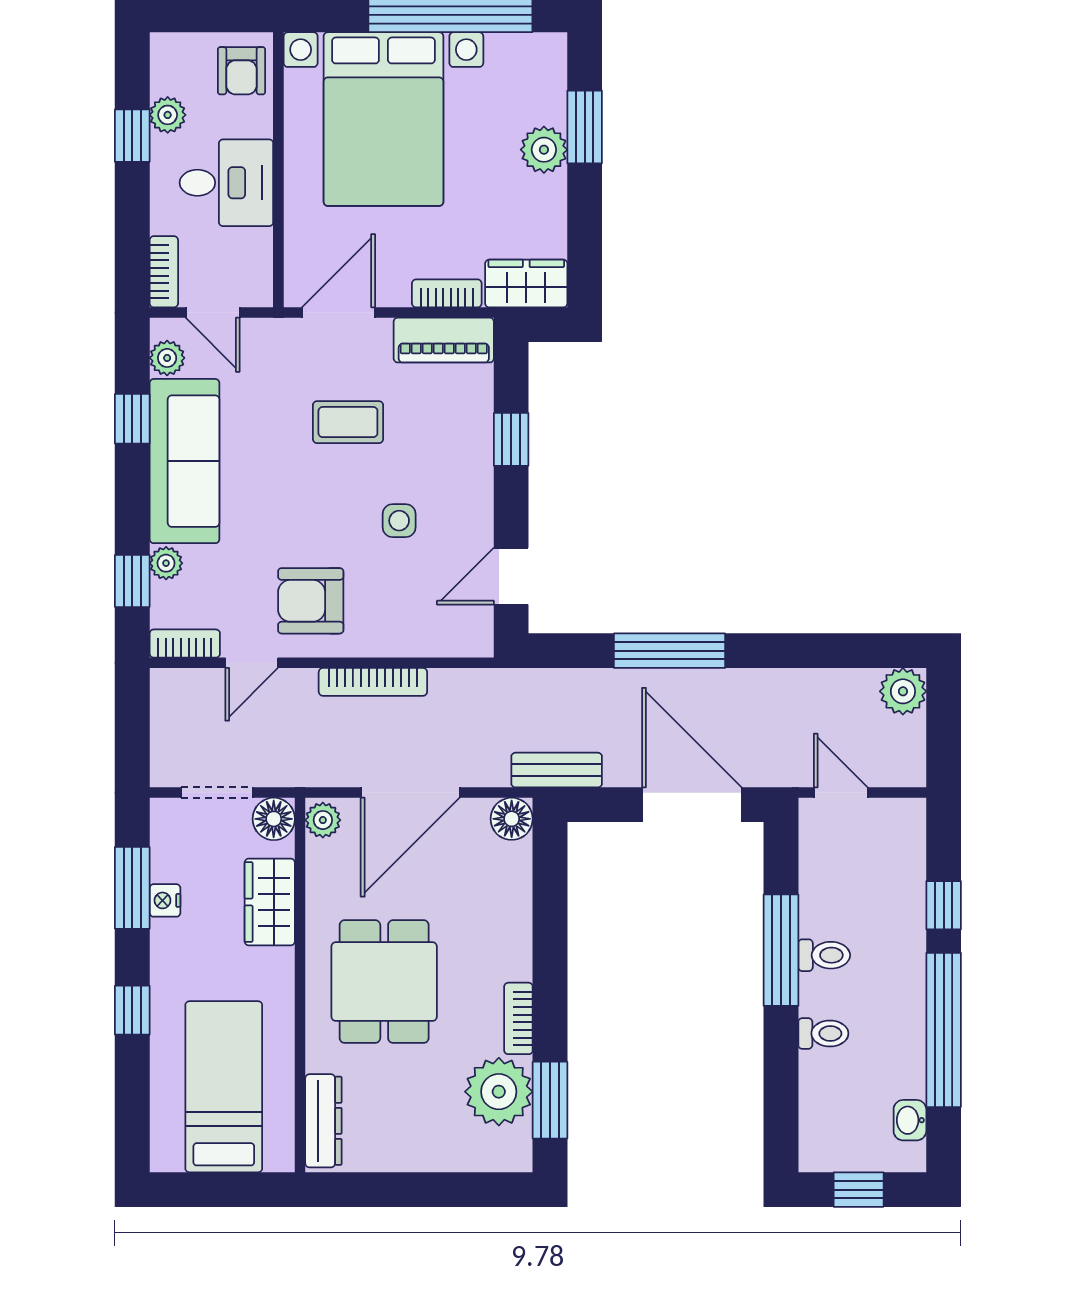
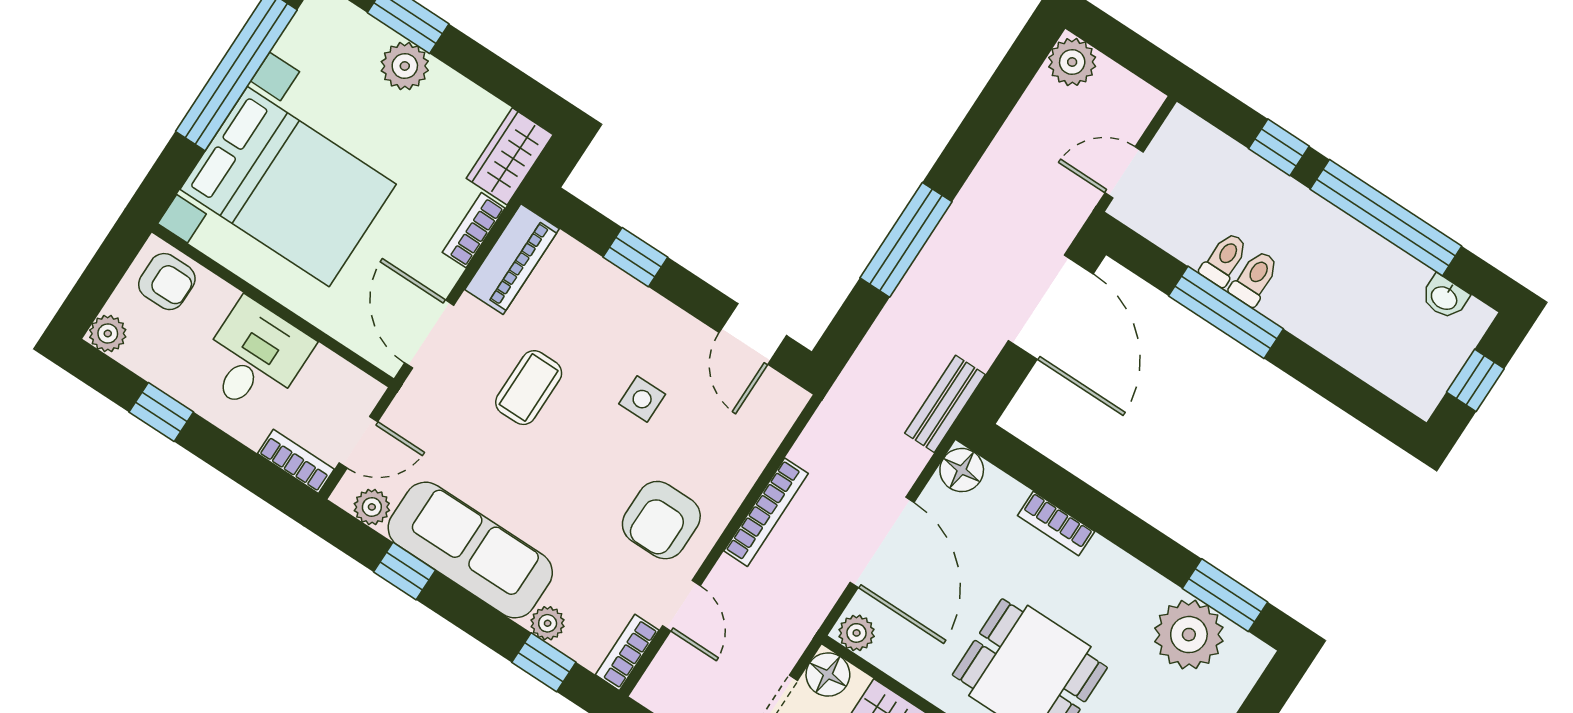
plant: (168, 115) -> (108, 333), moved
door: (692, 805) -> (1051, 307), swing flipped
bookcase: (518, 1018) -> (1056, 523), moved
toilet: (823, 1033) -> (1224, 259), moved

